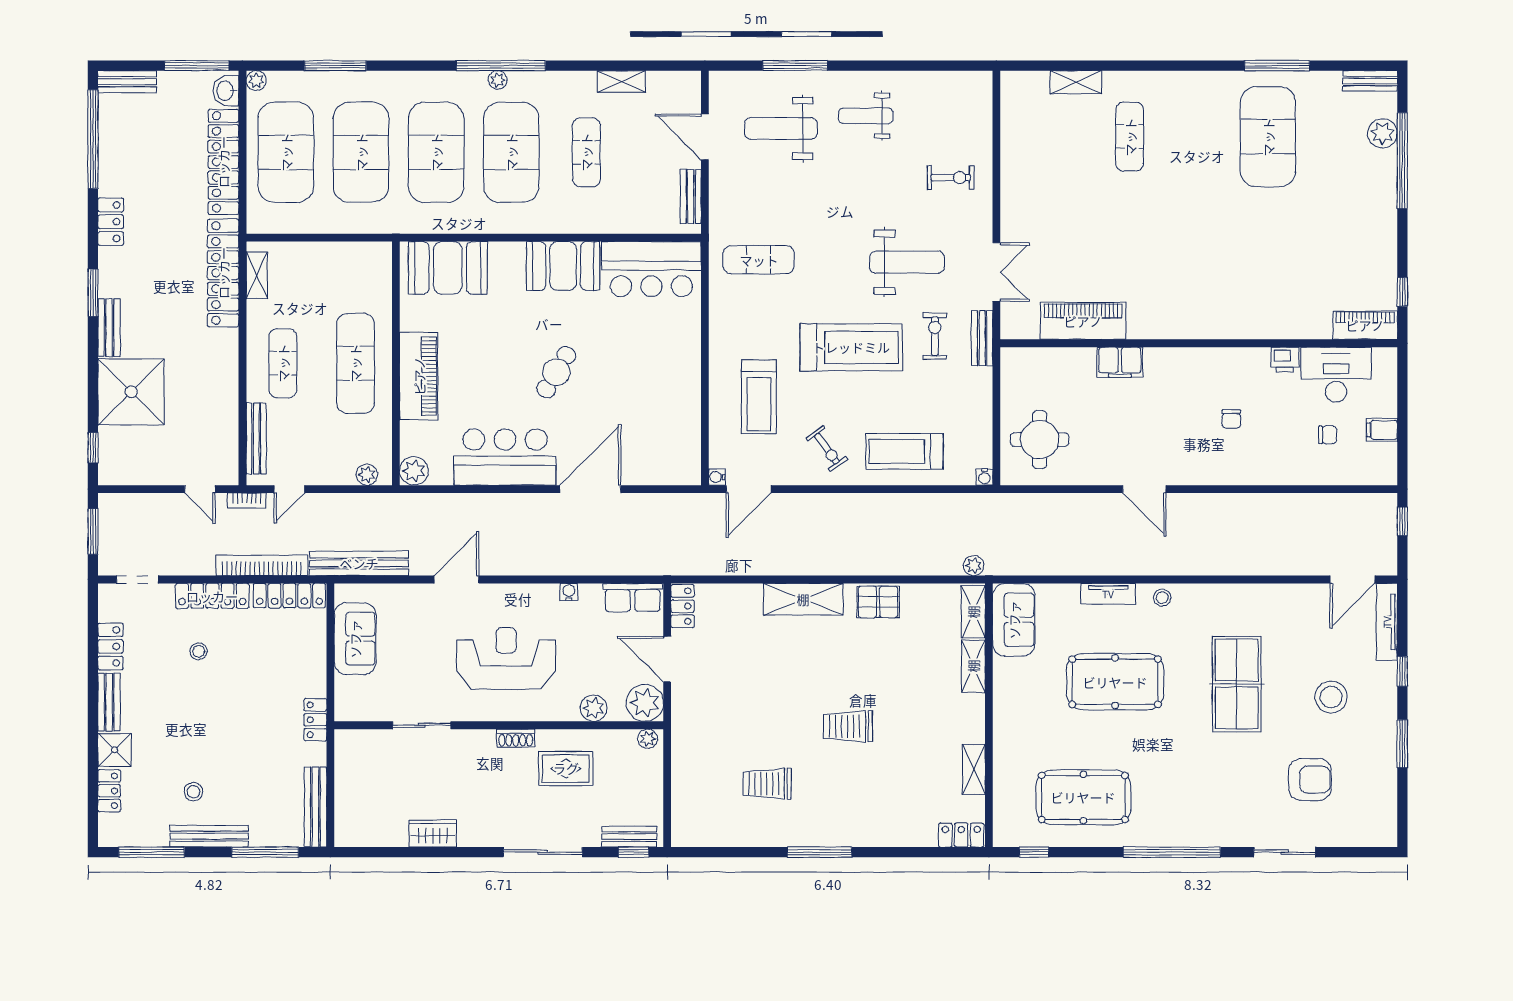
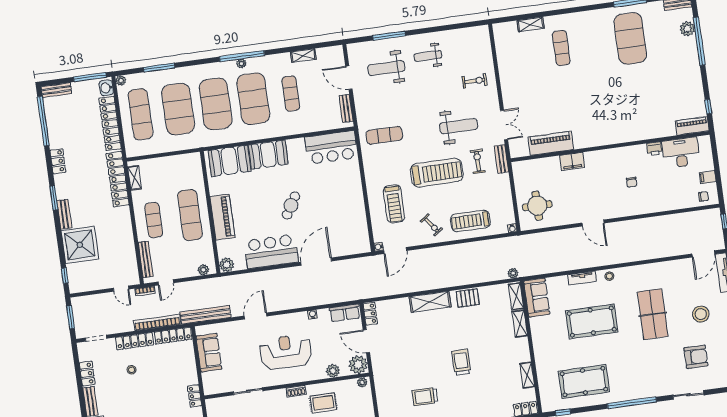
exercise mat: (286, 152) -> (141, 114), width x0.68
booth: (563, 266) -> (268, 155), moved
chair: (1328, 435) -> (704, 196), moved
trolley: (848, 726) -> (461, 362), turned 90

